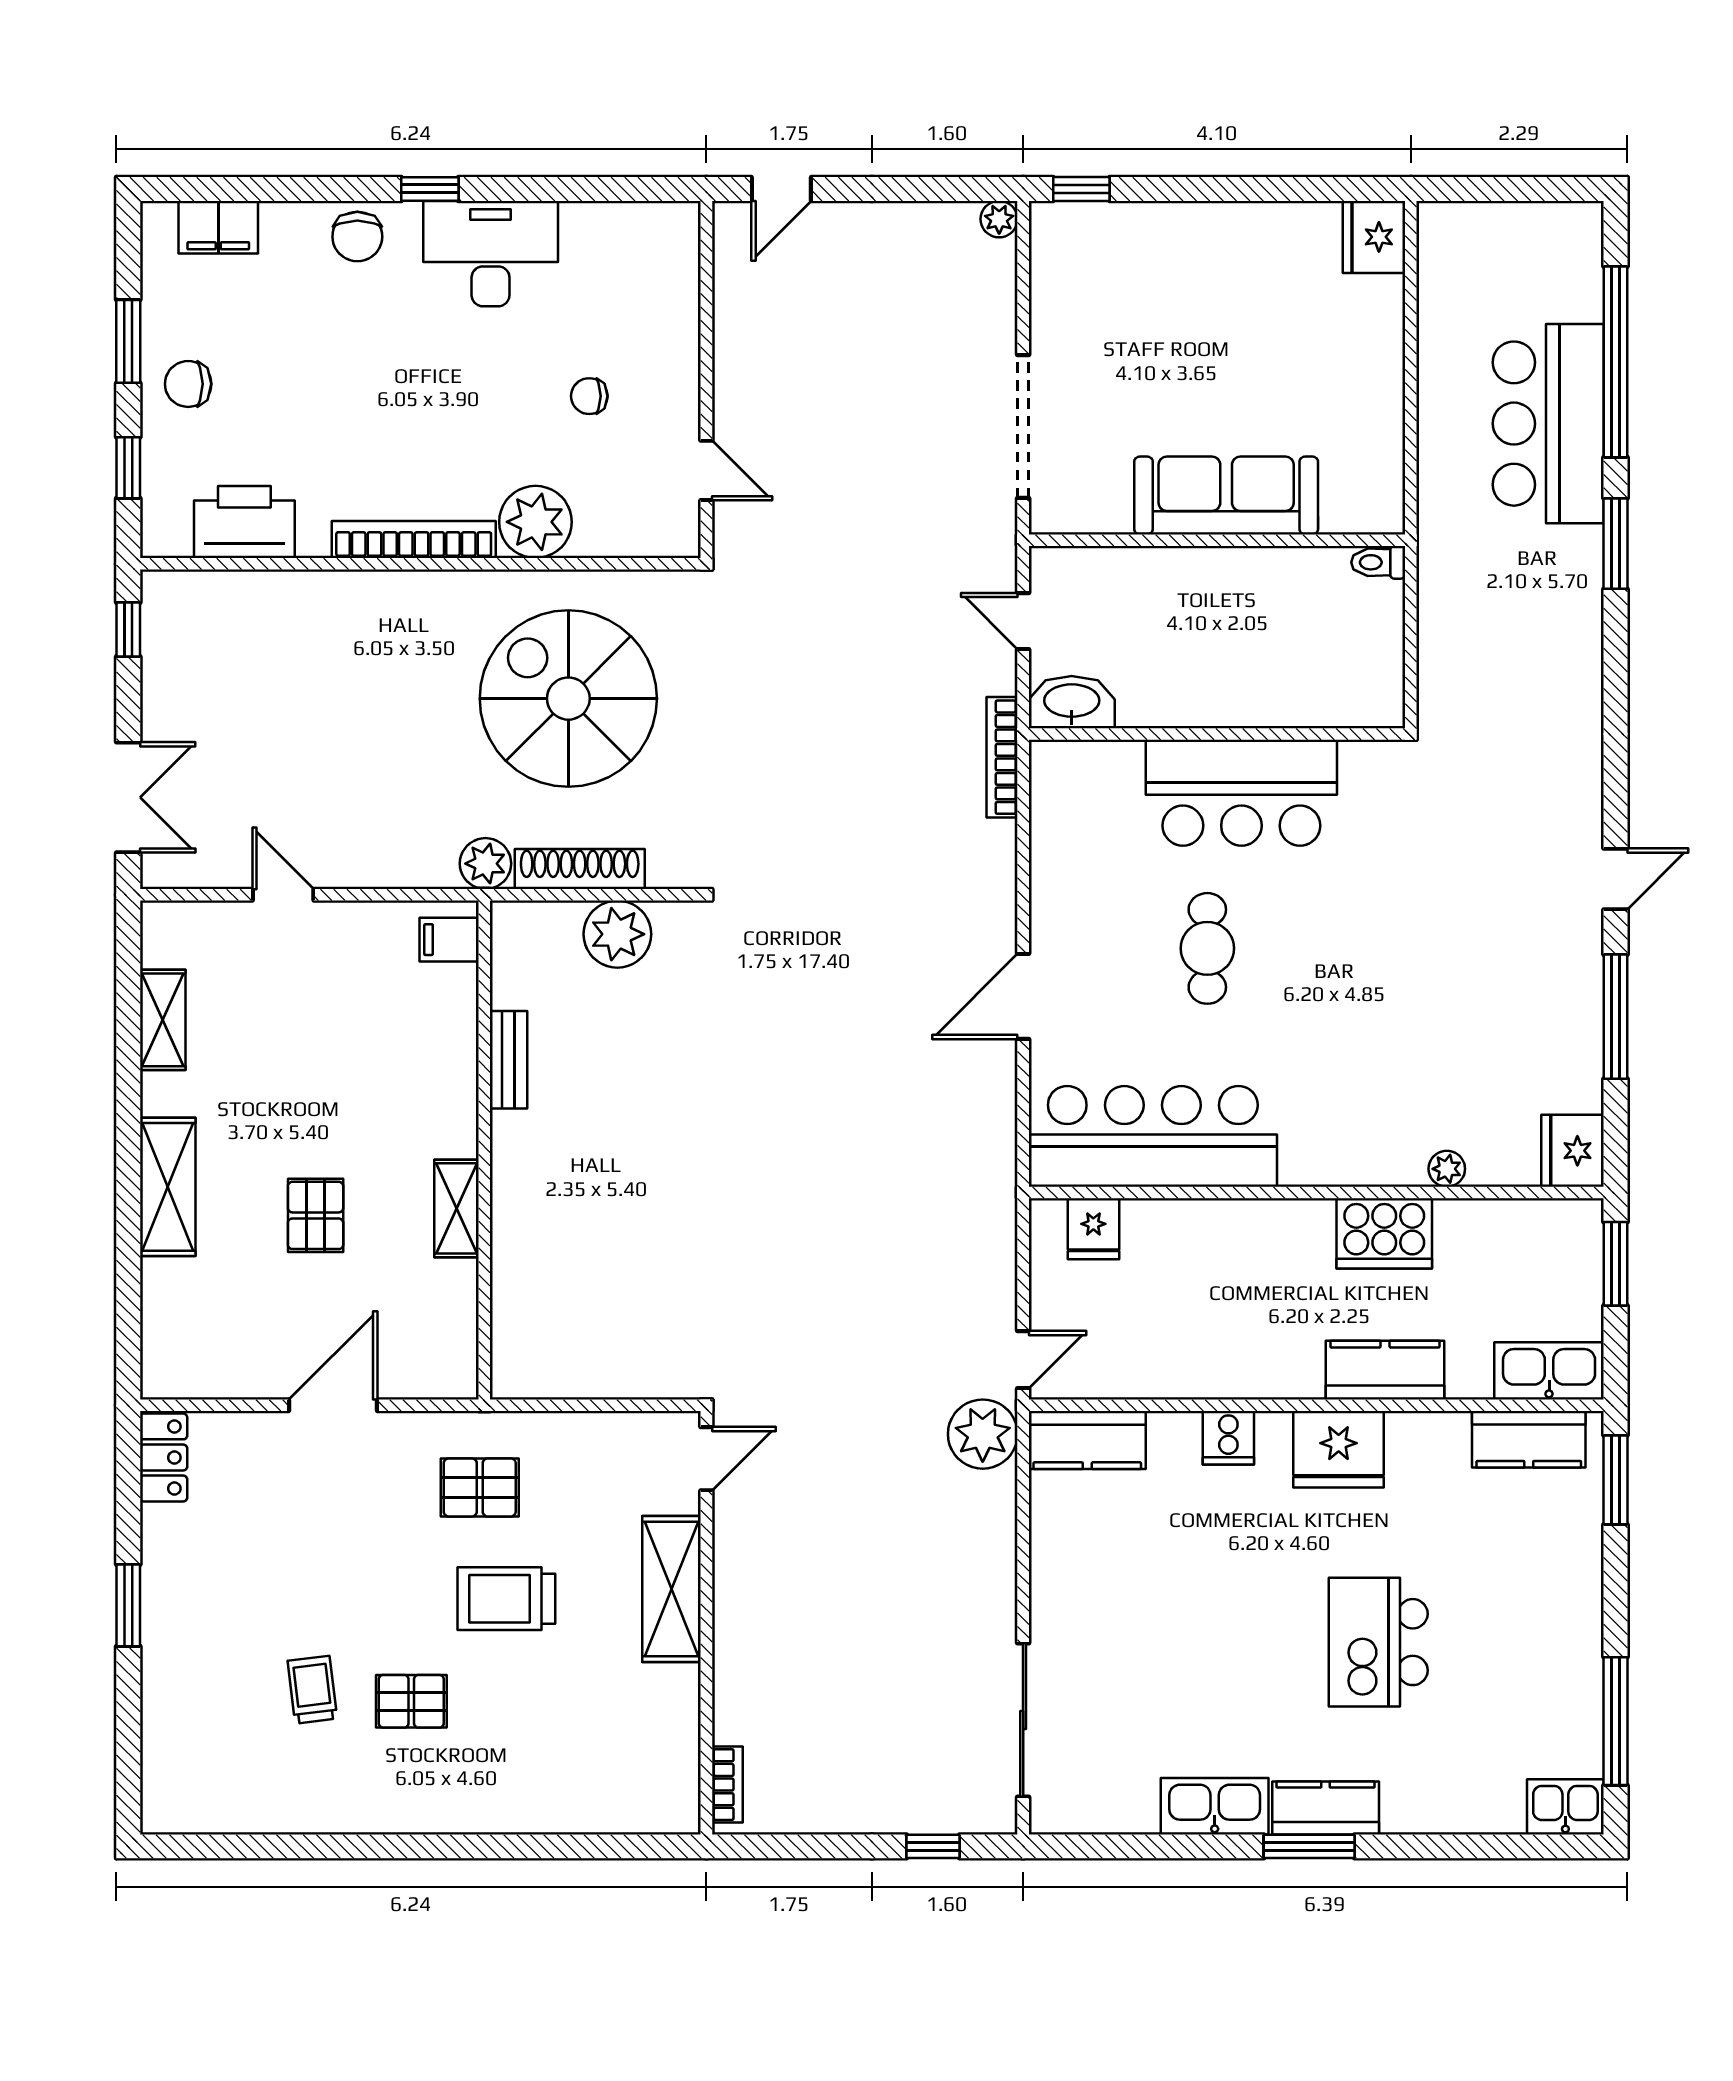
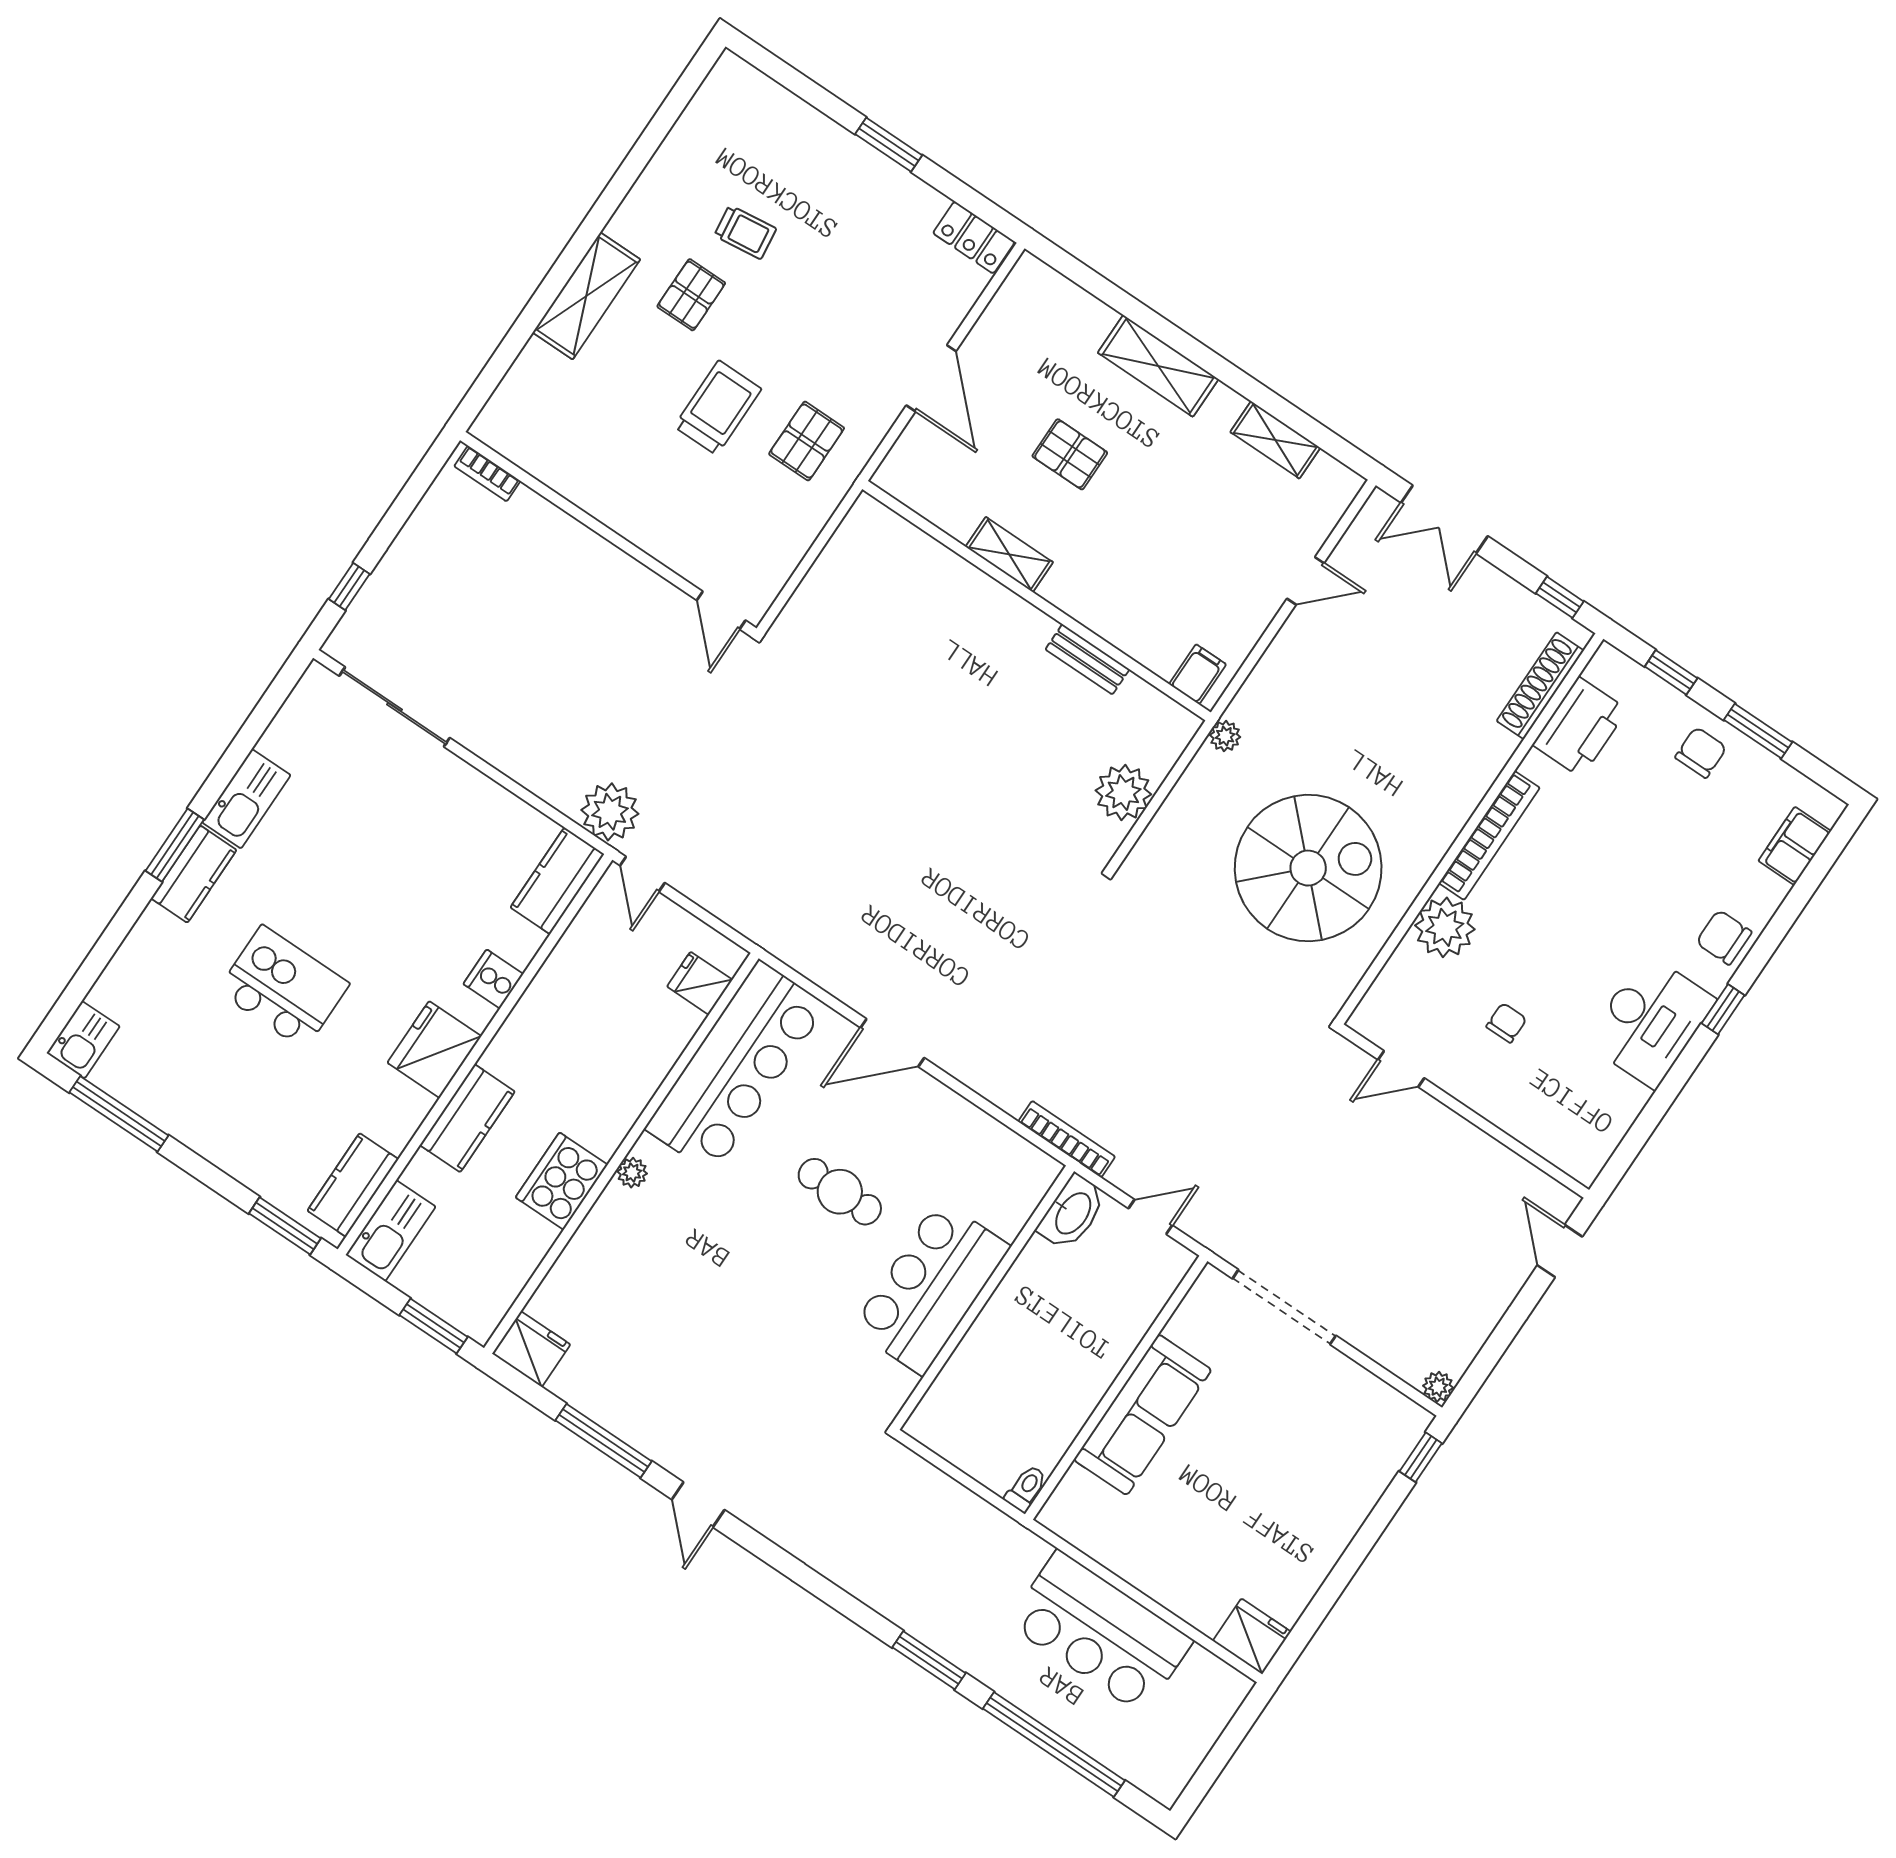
bar counter: (1548, 424) -> (1100, 1632), moved, turned 180
plant: (485, 864) -> (1225, 736), width x0.73, depth x0.73
shoe rack: (580, 869) -> (1540, 686), moved, turned 180
door: (1023, 996) -> (892, 1043), swing flipped
plant: (1447, 1169) -> (632, 1173), moved
shelving: (672, 1589) -> (586, 296), moved, turned 90

